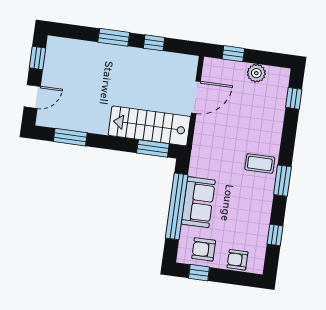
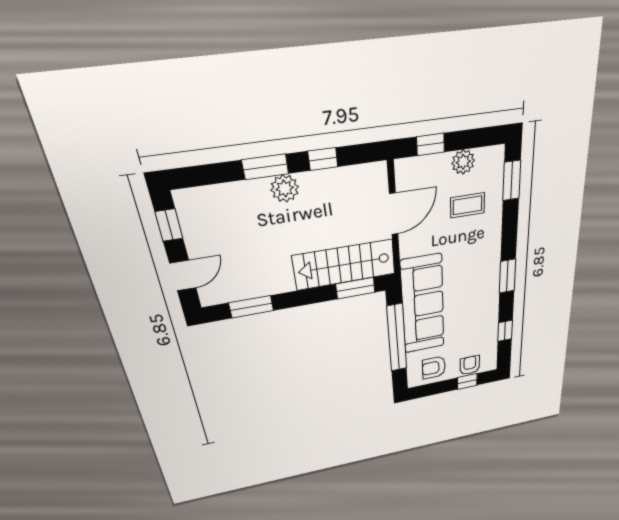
plant: (122, 56) -> (285, 188), added
window: (294, 98) -> (512, 180), width x1.50
coffee table: (260, 164) -> (468, 205), moved
sofa: (198, 202) -> (423, 305), width x1.85, depth x1.27
armchair: (237, 260) -> (470, 365), turned 90
window: (199, 273) -> (467, 381), moved

